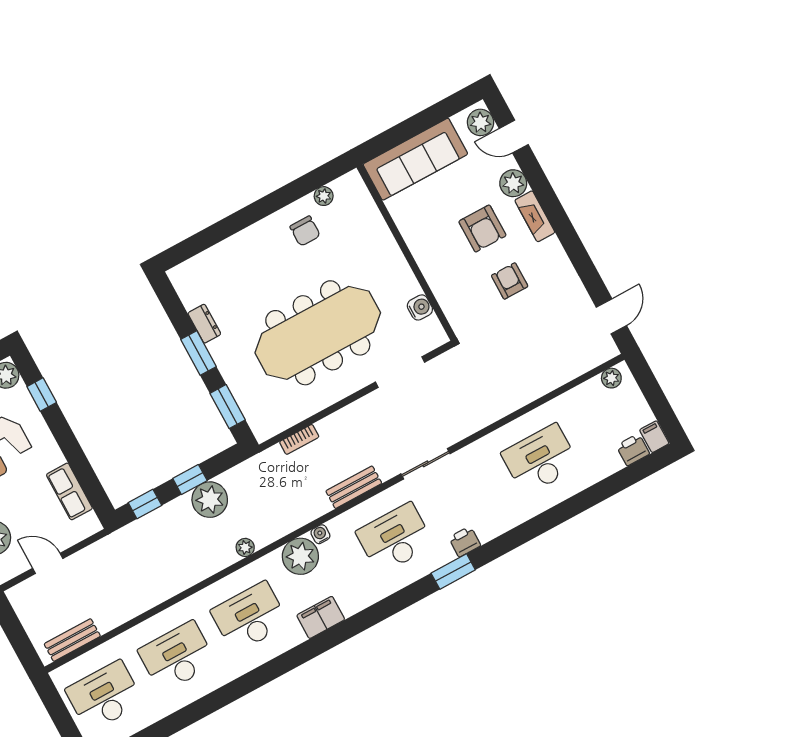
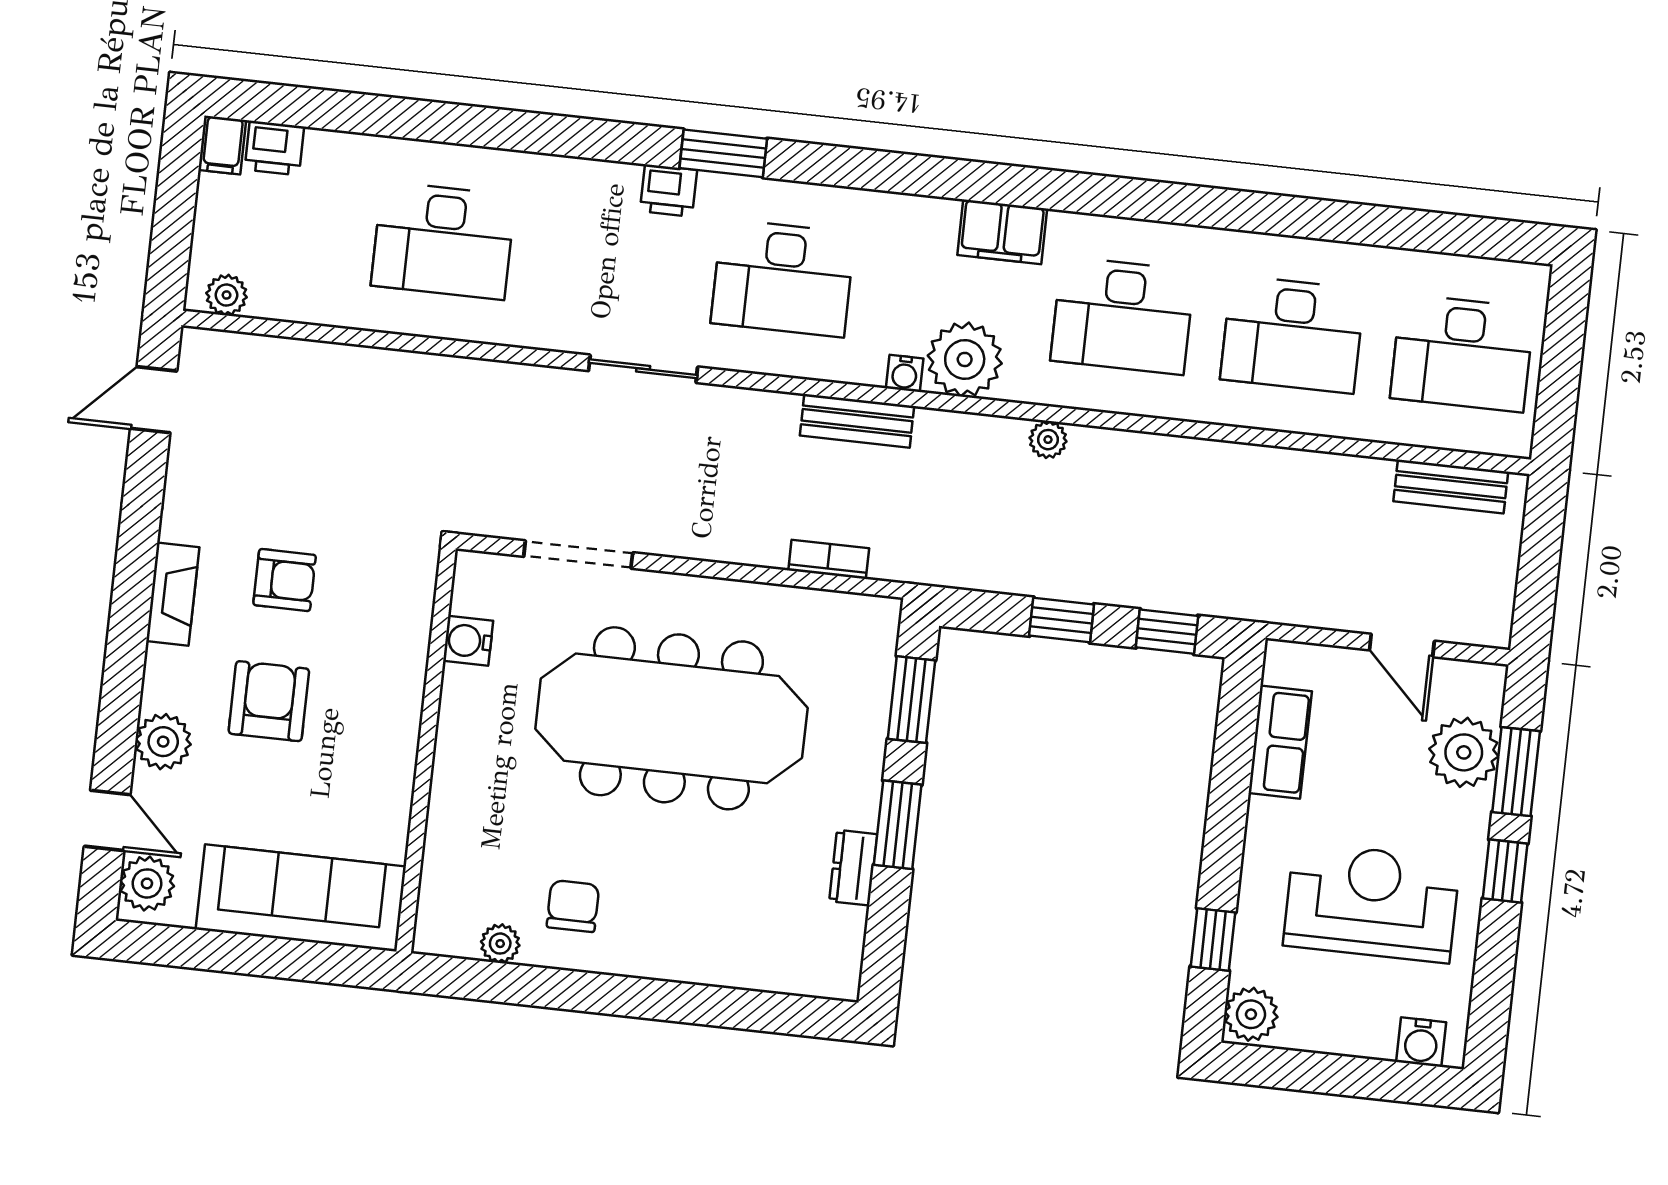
fireplace: (535, 216) -> (173, 594), moved
armchair: (510, 281) -> (285, 580), turned -90
bench: (354, 487) -> (857, 421), moved
plant: (210, 500) -> (1052, 563), removed

